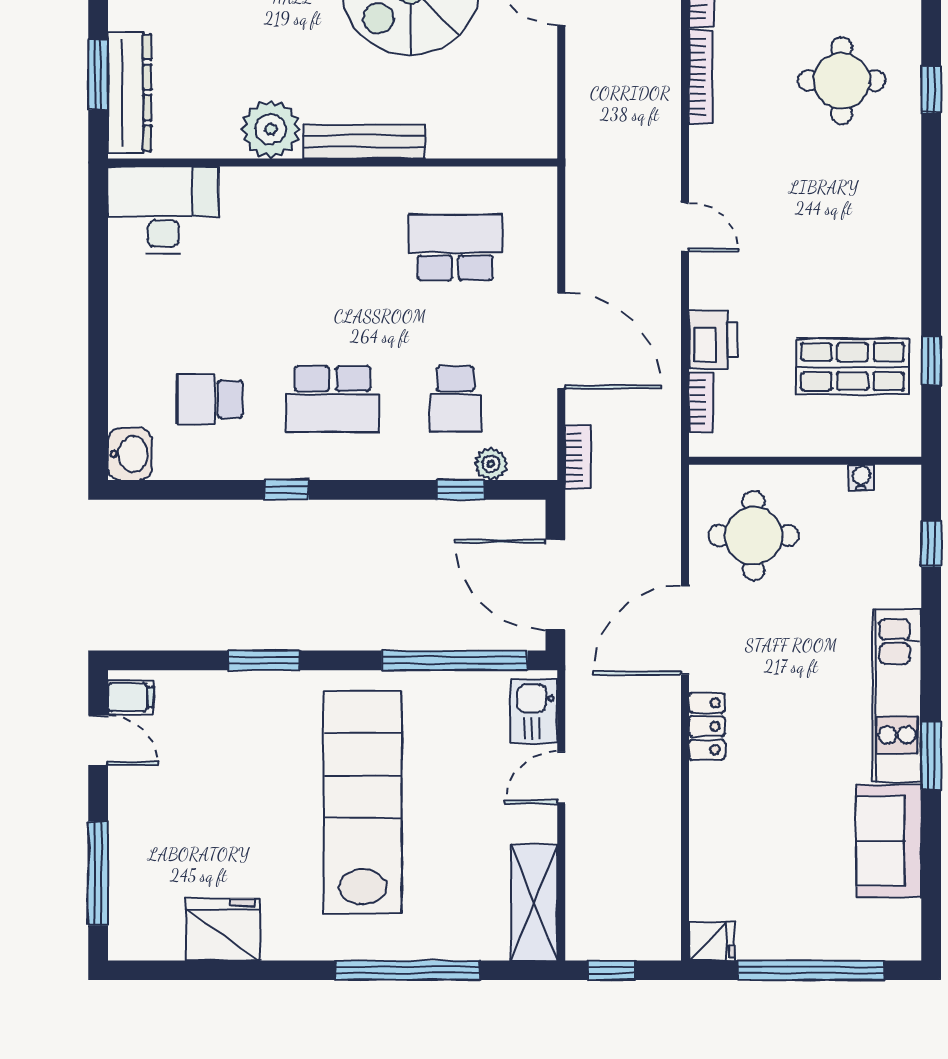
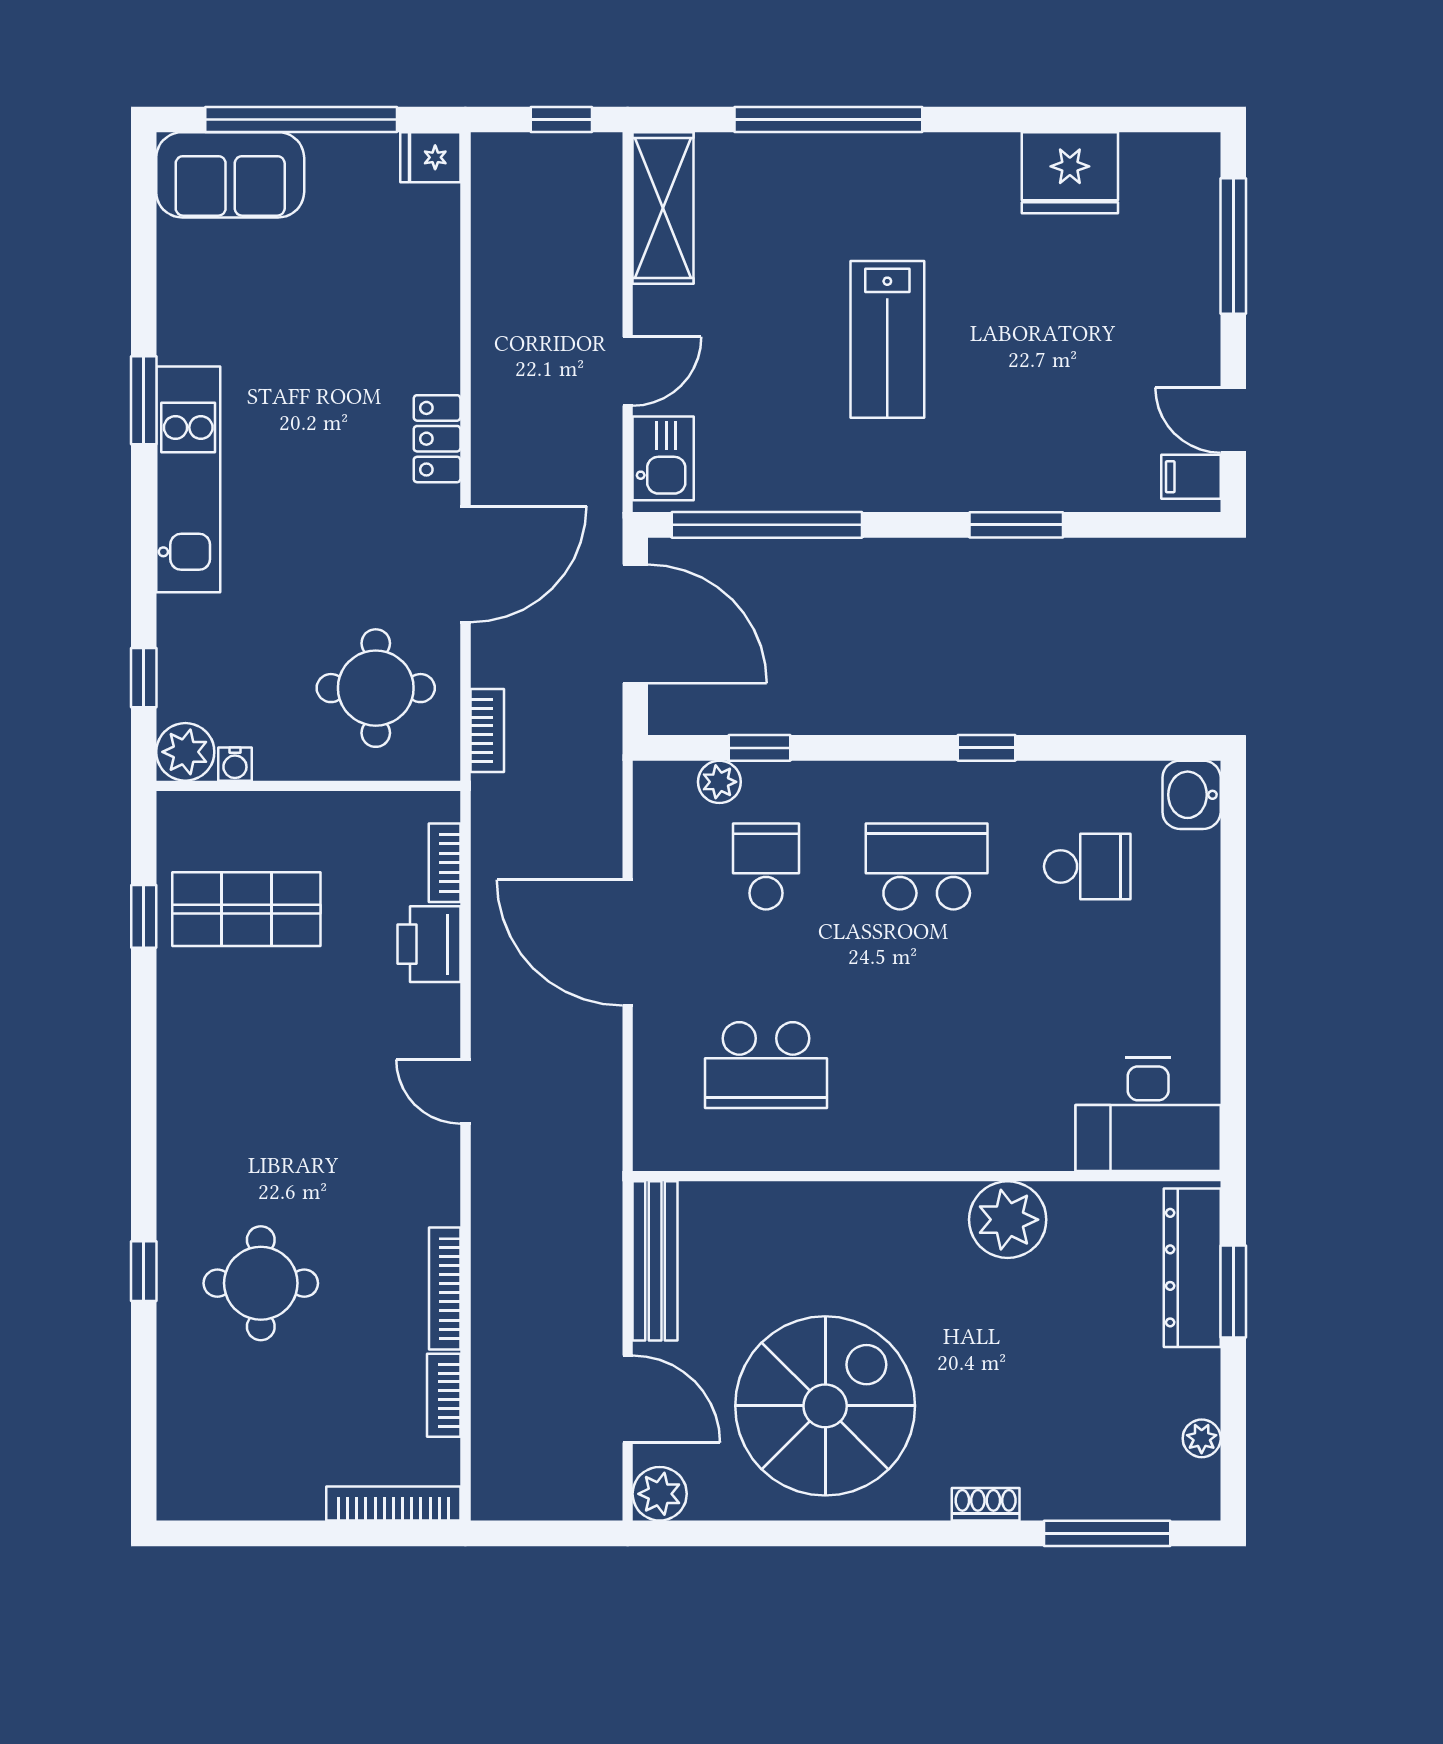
bench: (364, 142) -> (655, 1261), moved, turned 90
bookcase: (578, 457) -> (487, 730), moved, turned 180
plant: (899, 487) -> (185, 752), added
lab bench: (363, 802) -> (887, 339), width x0.54, depth x0.72
sofa: (889, 841) -> (230, 175), moved, turned 90

